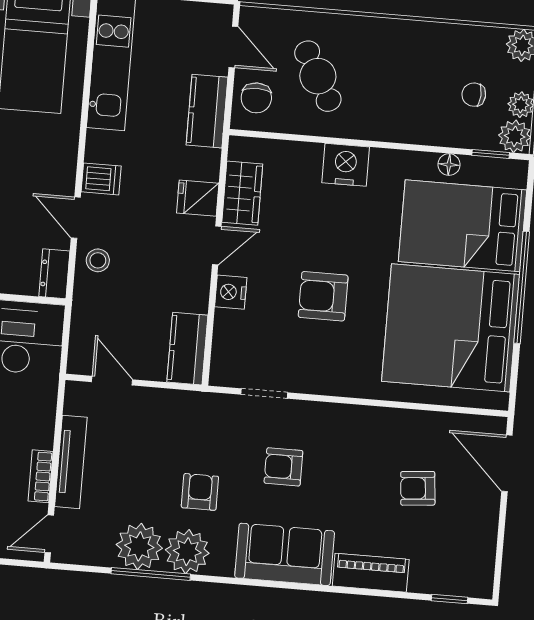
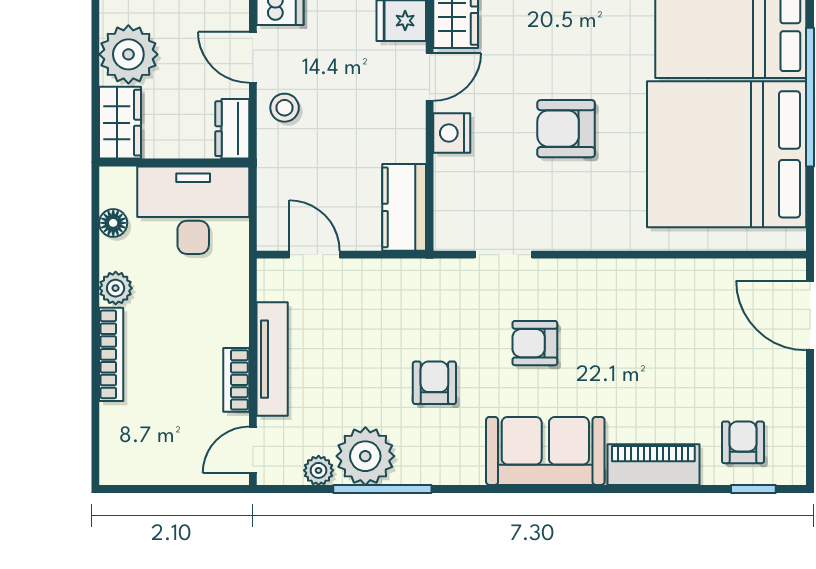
armchair: (418, 488) -> (743, 442), moved, turned 95
plant: (187, 552) -> (319, 470), moved, width x0.53, depth x0.53

